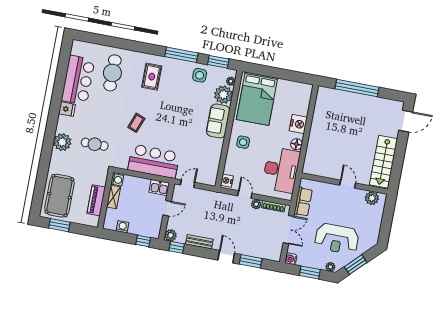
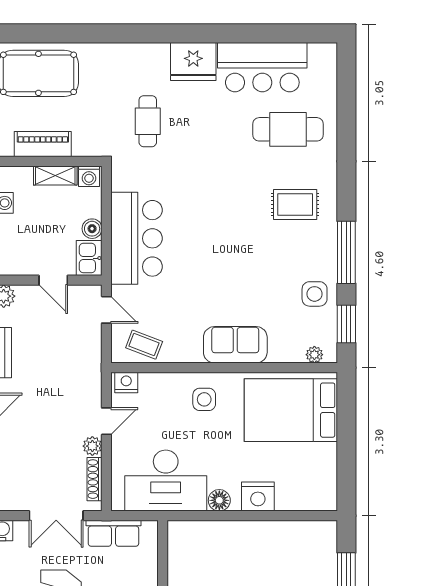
plant: (223, 95) -> (286, 345), removed
fridge: (67, 109) -> (193, 62), width x1.88, depth x1.34
coffee table: (136, 123) -> (144, 345), moved
plant: (62, 142) -> (140, 60), removed
boiler: (144, 183) -> (92, 229), added

